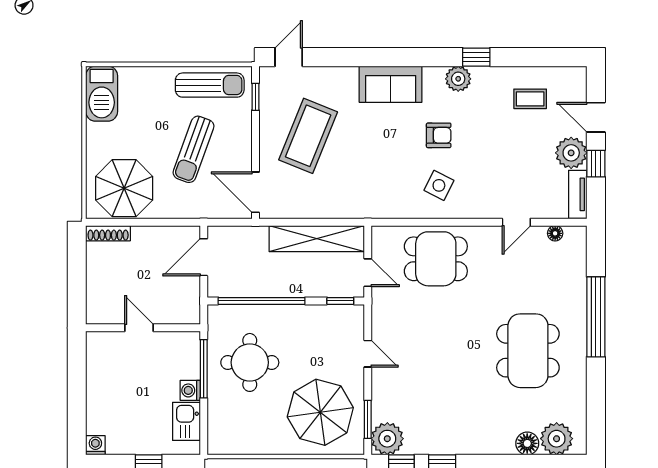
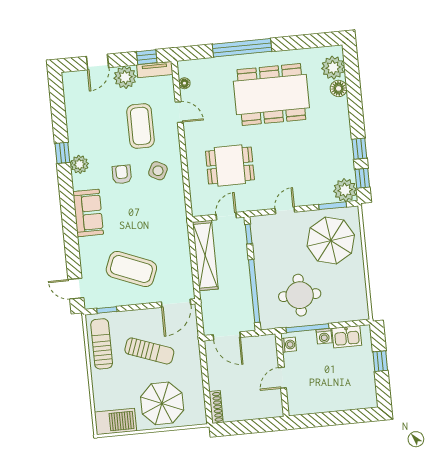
coffee table: (530, 99) -> (141, 126), moved, width x1.86, depth x1.72
window: (596, 164) -> (147, 57), moved
parasol: (124, 188) -> (162, 403), moved
dining table: (436, 259) -> (230, 166), moved, turned 90
dining table: (528, 351) -> (271, 95), width x1.36, depth x1.24
washing machine: (95, 445) -> (289, 345), moved, turned 180

